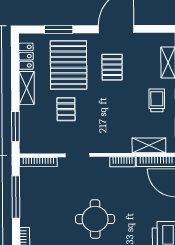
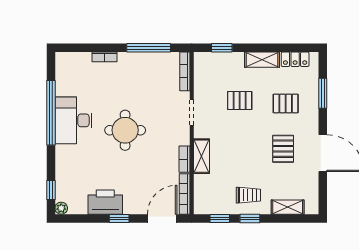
pallet: (69, 65) -> (286, 103), width x0.49, depth x0.50
pallet: (112, 67) -> (283, 149), turned 90
window: (15, 127) -> (222, 48), width x0.67
shelving: (149, 145) -> (202, 156), moved

